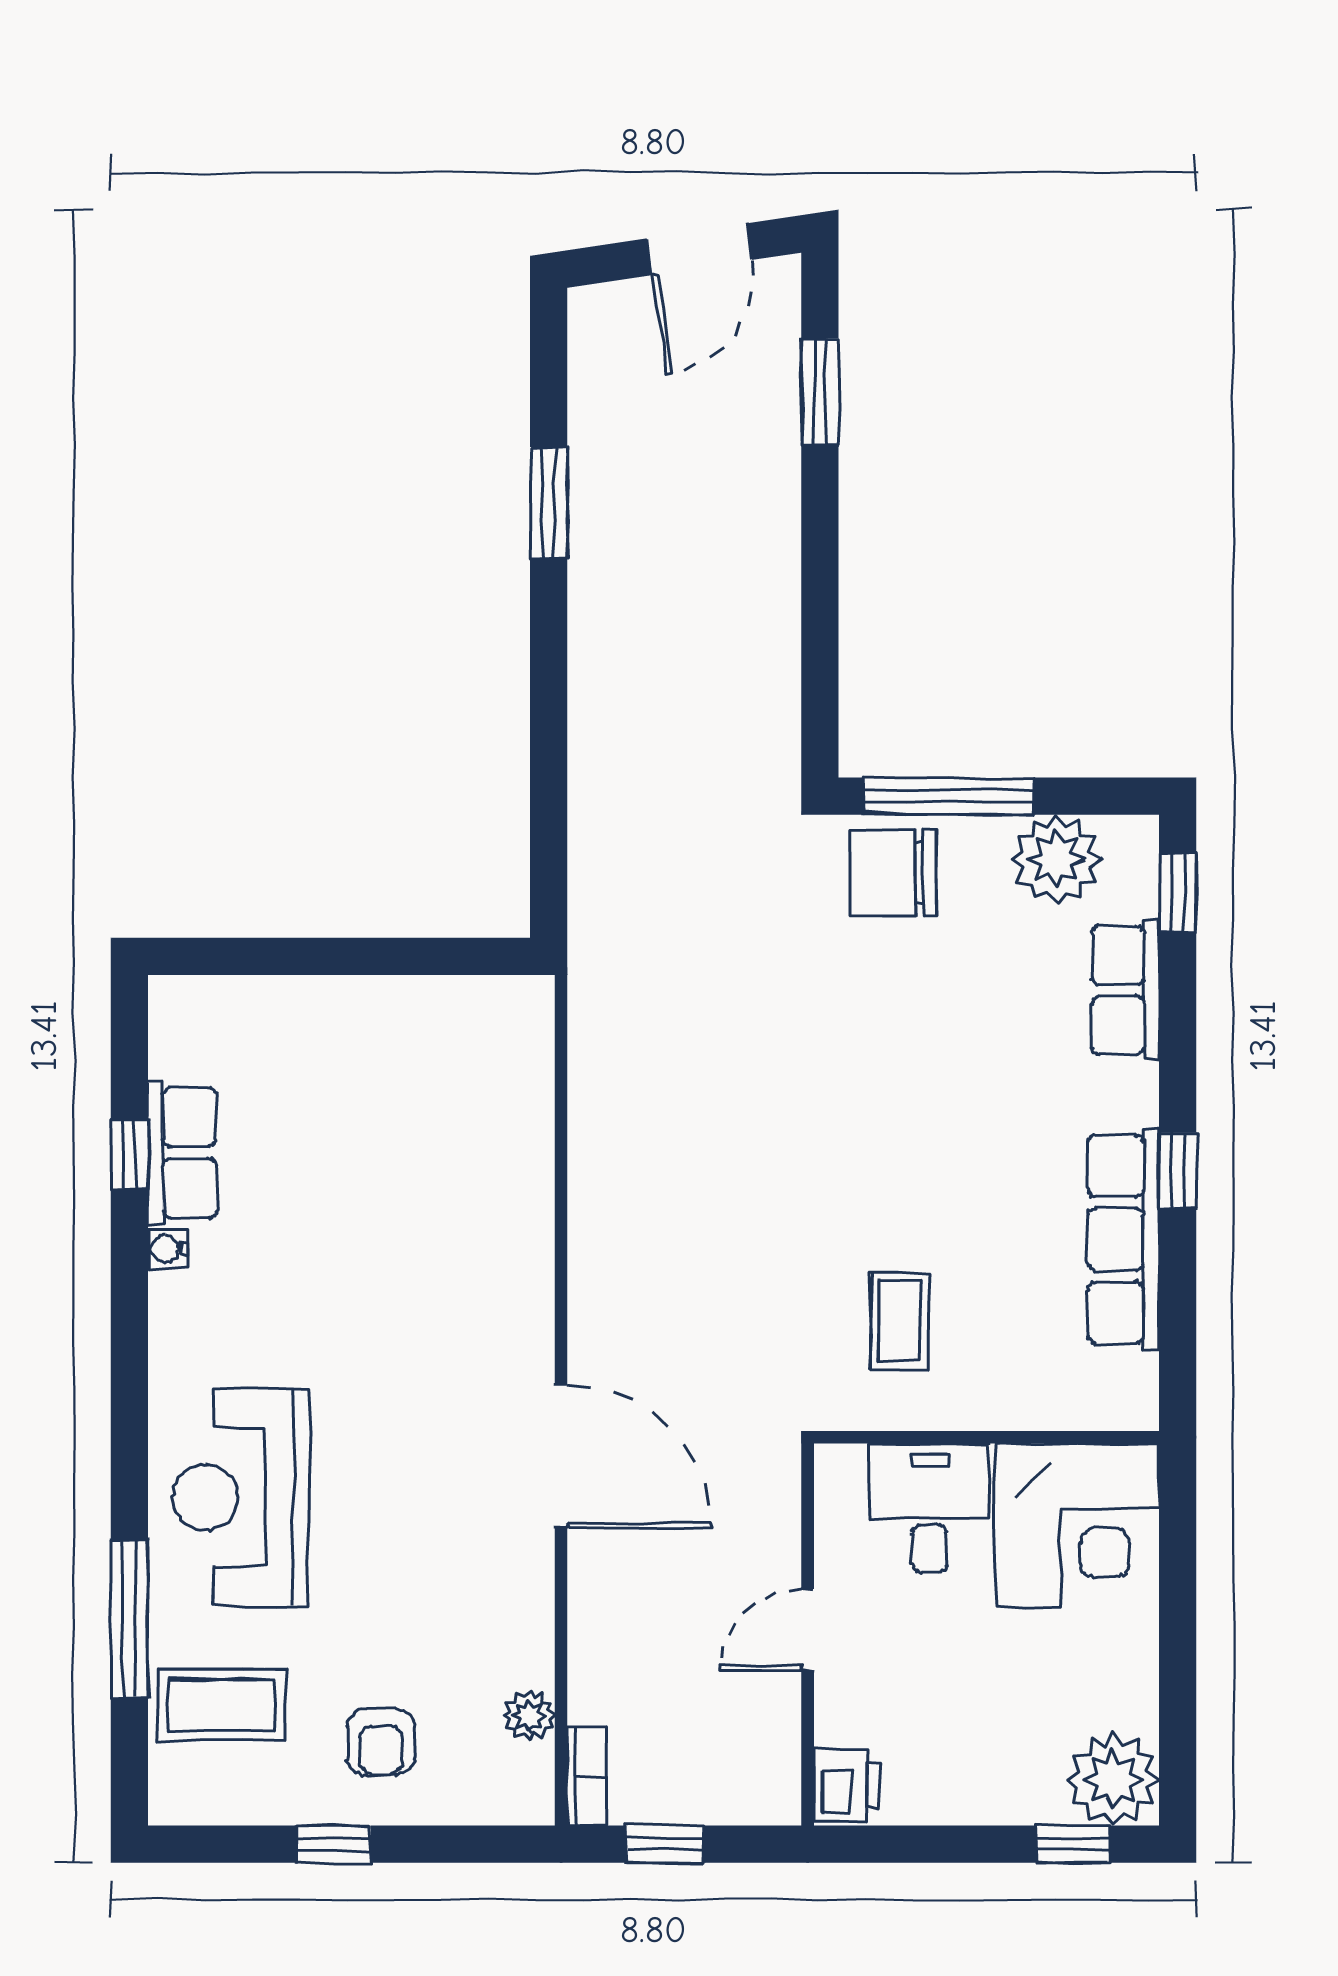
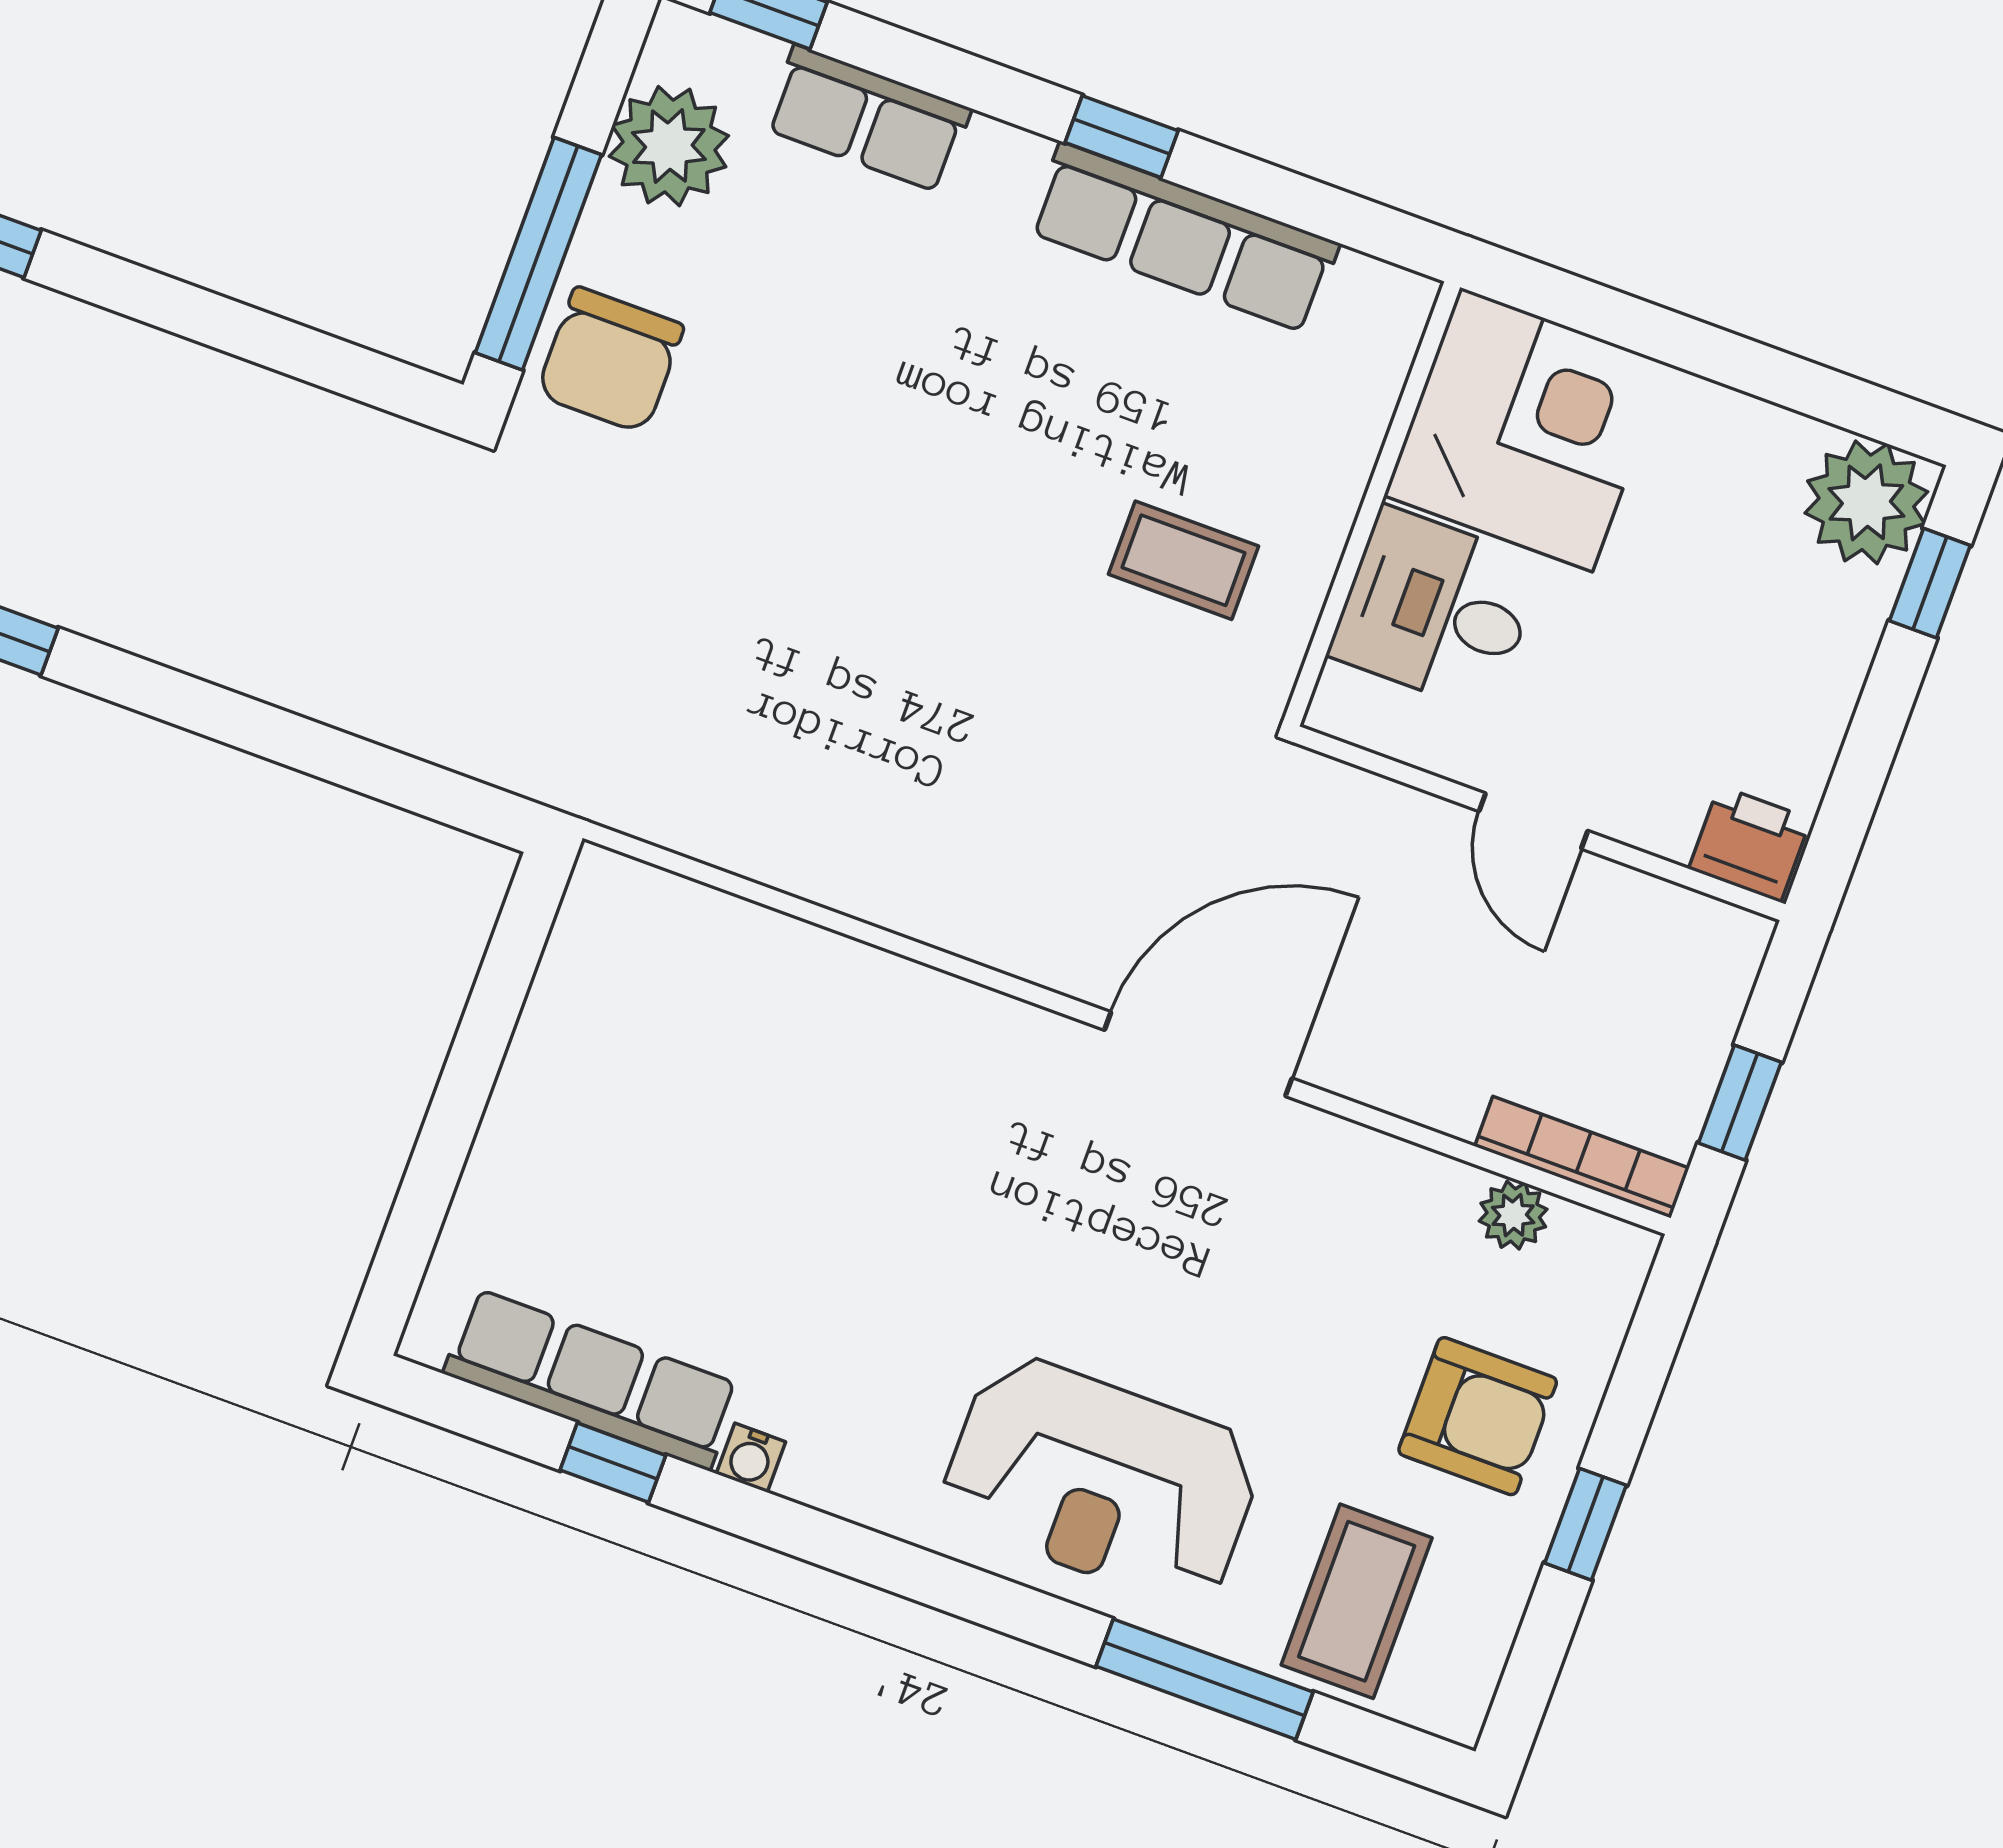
row of seats: (182, 1153) -> (592, 1379), width x1.48
armchair: (381, 1742) -> (1478, 1416), width x1.38, depth x1.38
bookcase: (587, 1776) -> (1582, 1157), width x1.56

